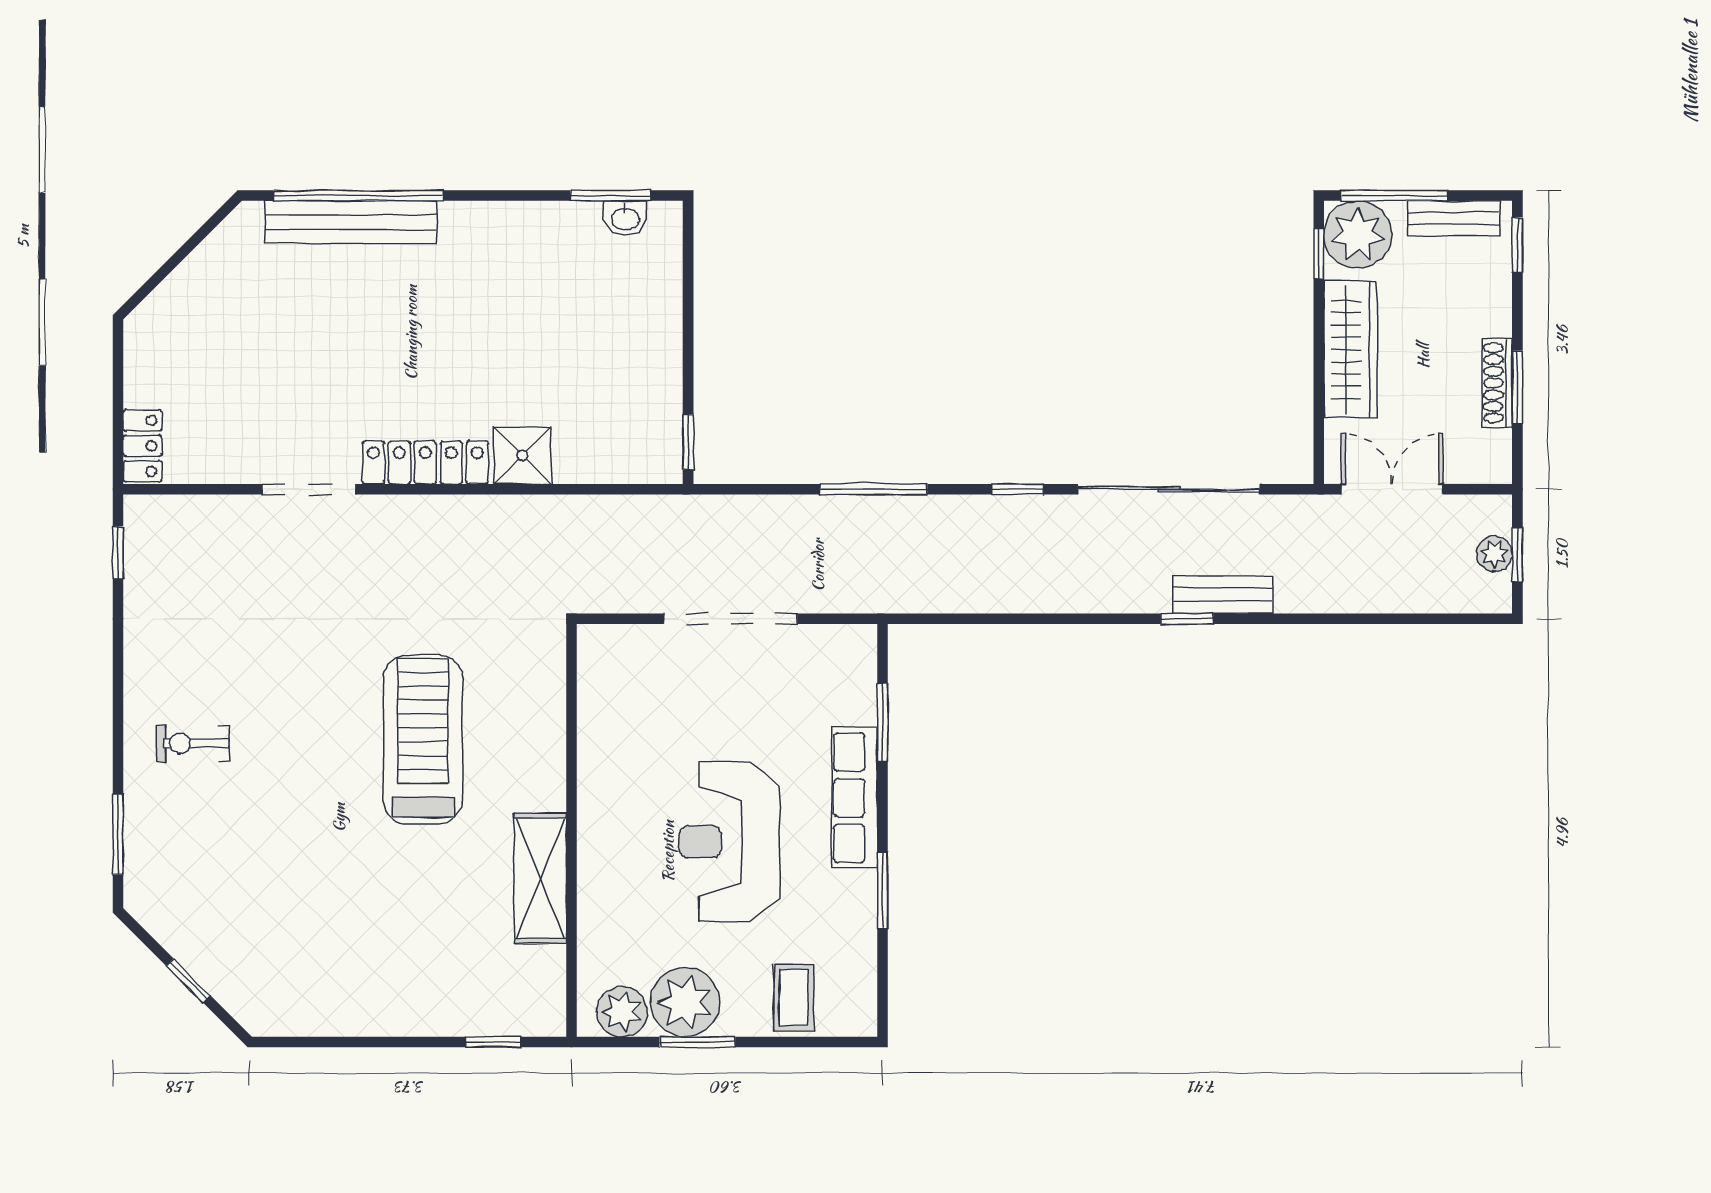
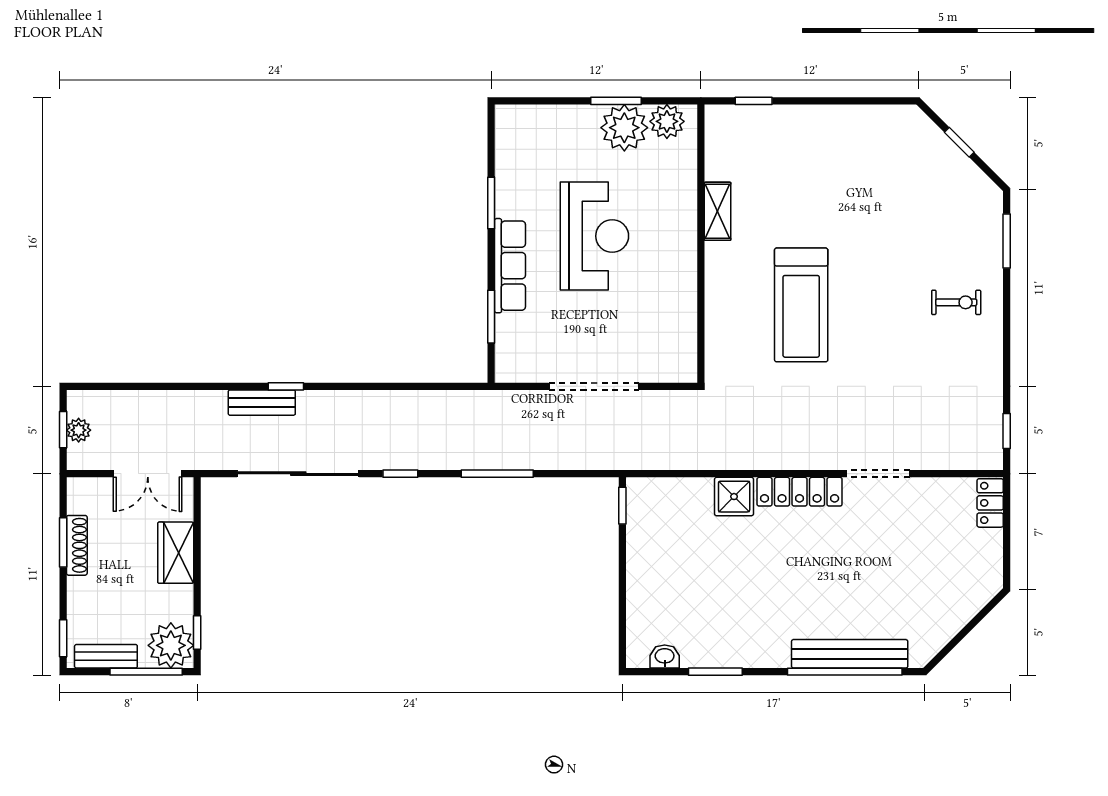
window: (610, 196) -> (715, 672), moved
wardrobe: (1350, 349) -> (176, 553), width x0.67
shelving: (540, 878) -> (718, 211), width x0.67, depth x0.75
coffee table: (794, 998) -> (551, 131), removed

